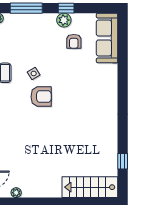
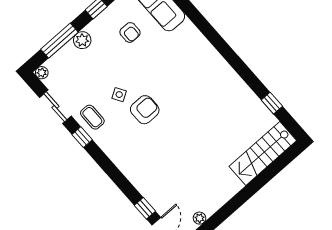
plant: (64, 20) -> (82, 40), moved

